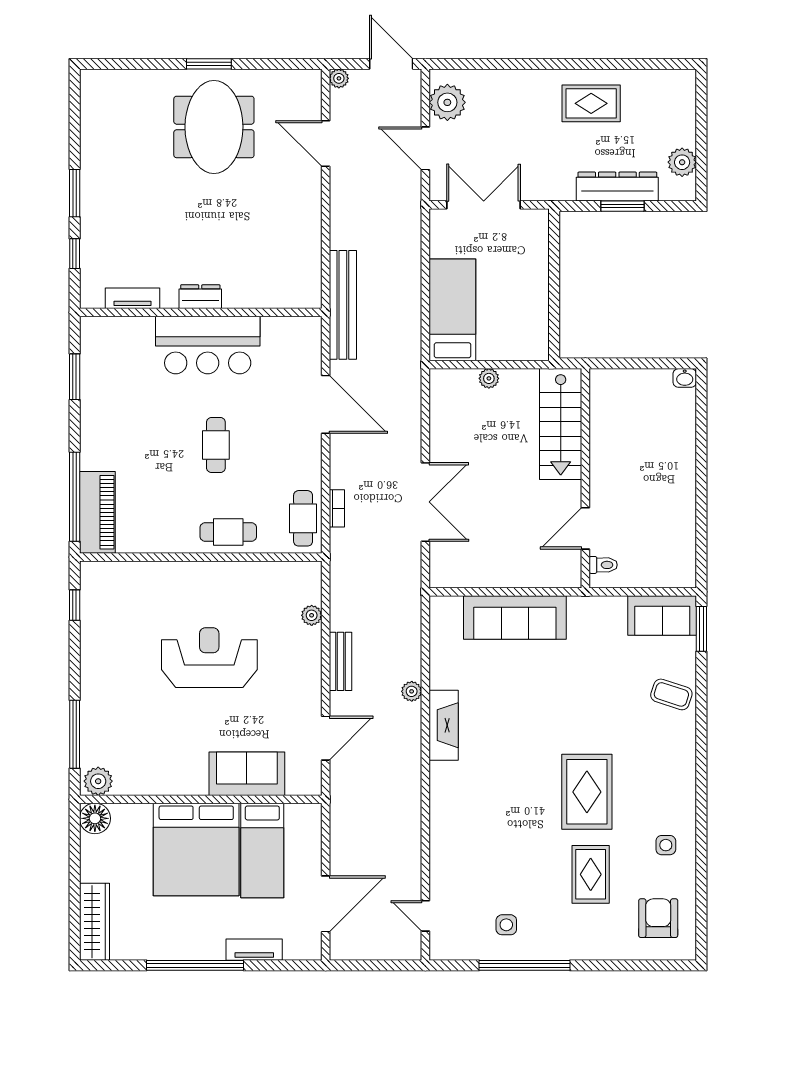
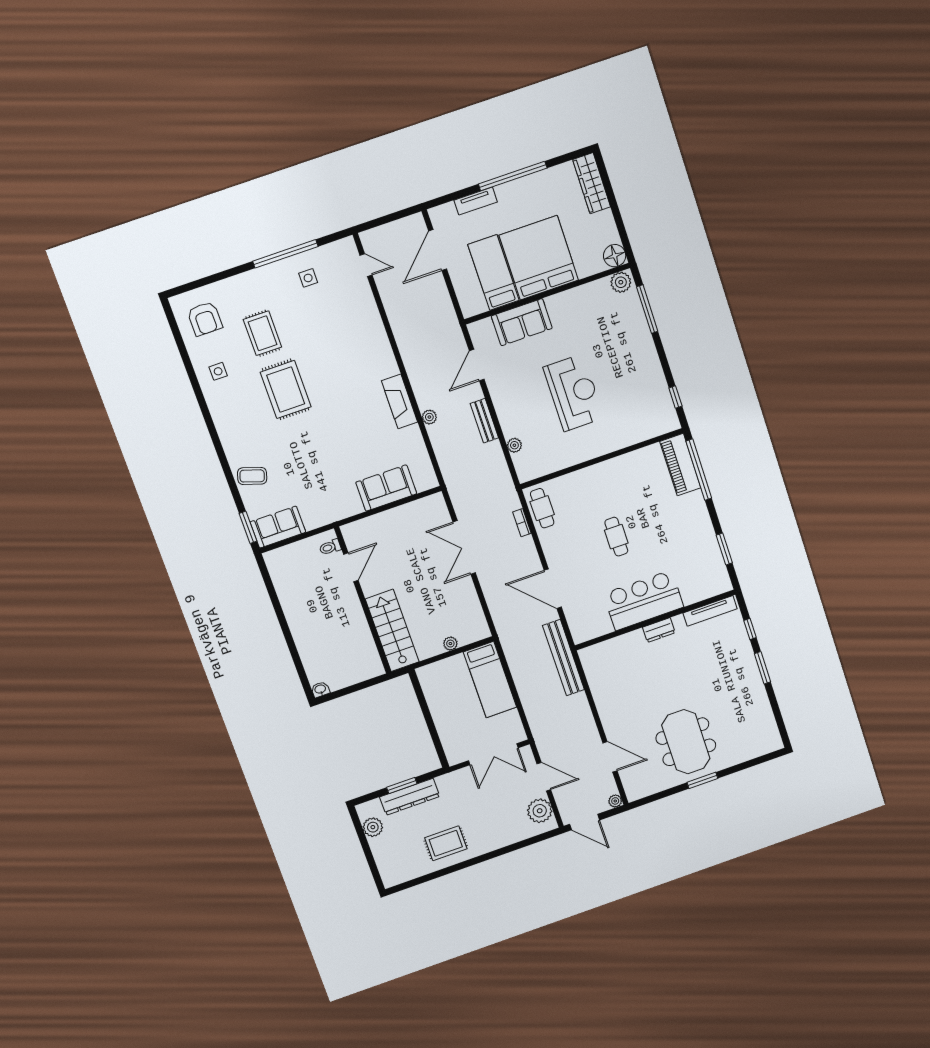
tv unit: (133, 298) -> (710, 611), width x1.41
cafe table: (228, 532) -> (589, 482), removed
sofa: (515, 618) -> (386, 488), width x0.73
reception desk: (209, 658) -> (574, 393), turned -90

